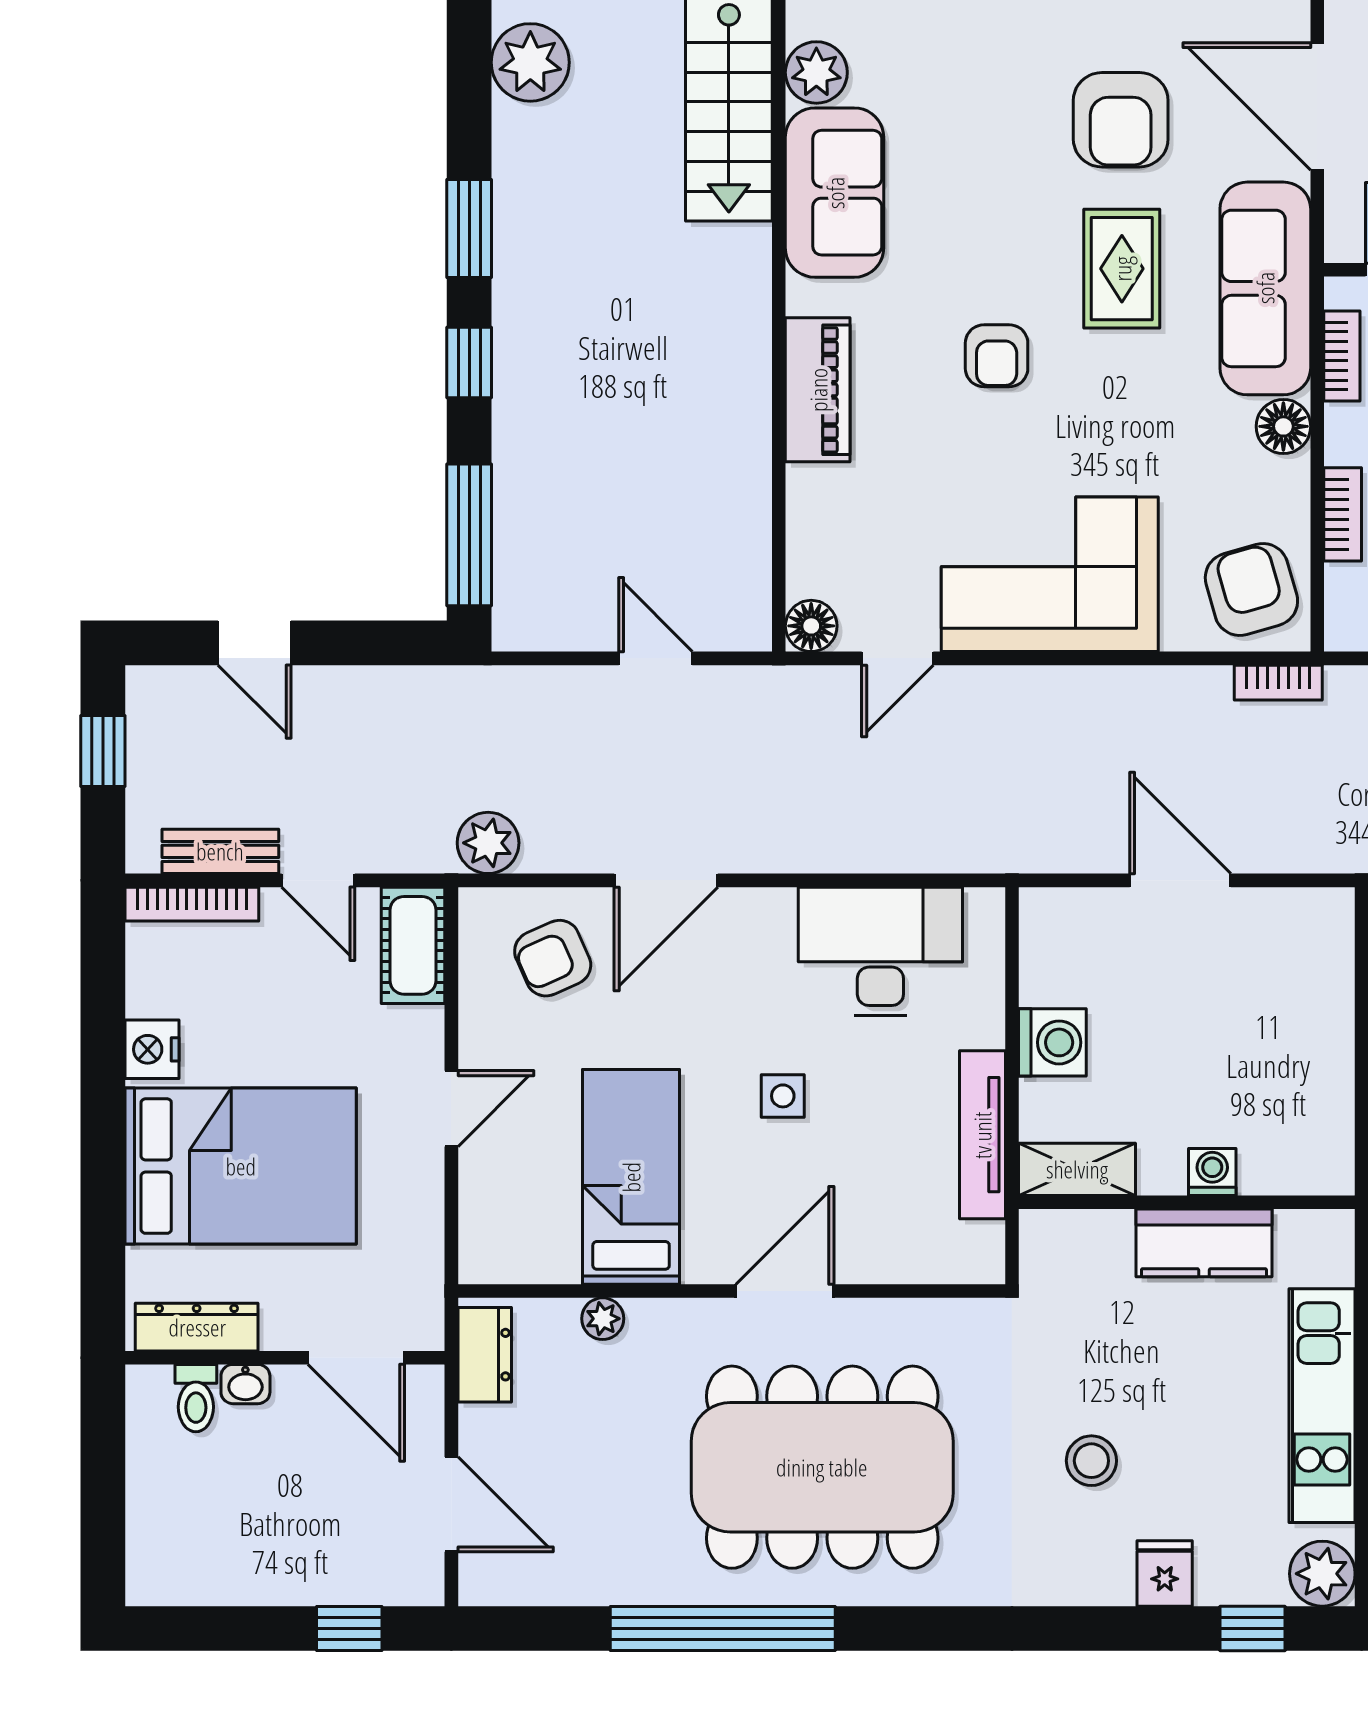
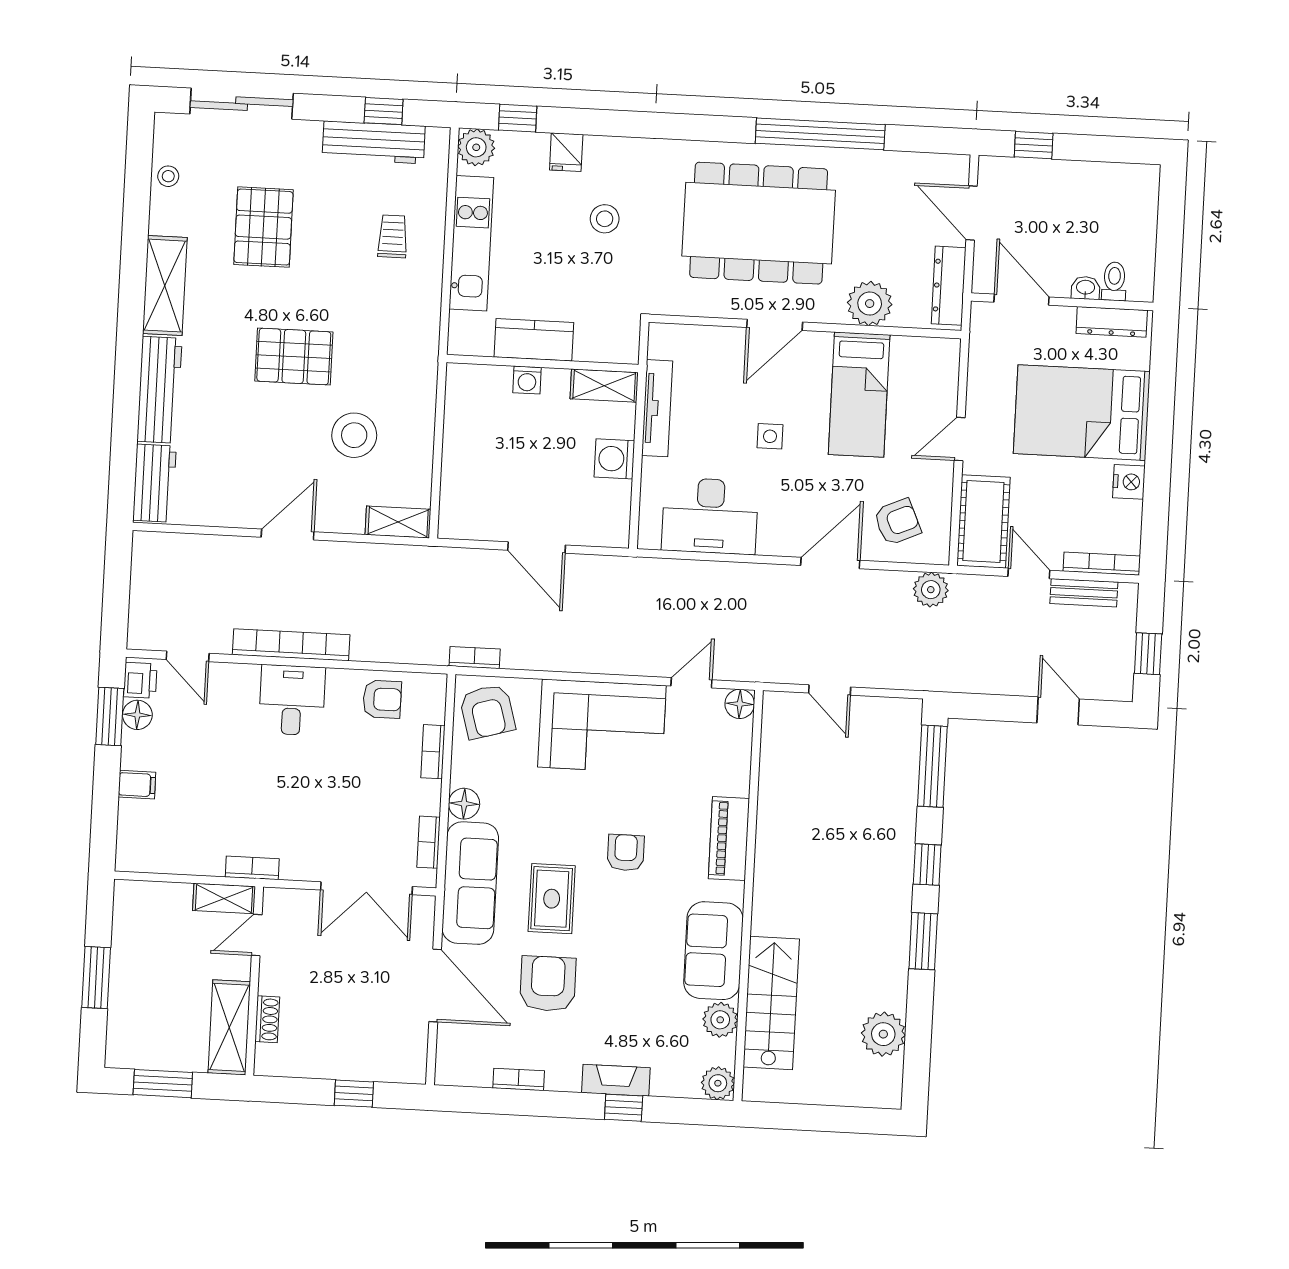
cot: (413, 945) -> (983, 521), width x1.37, depth x1.34
plant: (603, 1319) -> (870, 304), width x1.88, depth x1.88
dresser: (485, 1355) -> (949, 286), width x1.44

